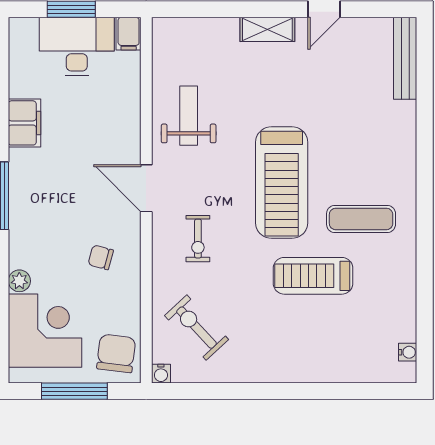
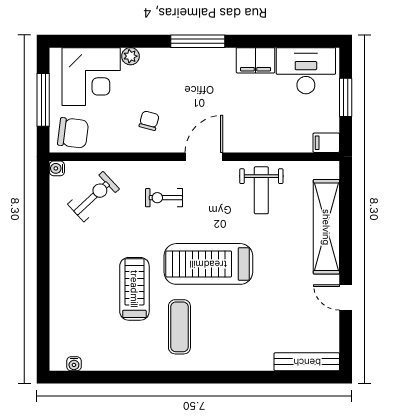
shelving: (267, 29) -> (326, 227), width x2.20, depth x1.33
desk: (77, 47) -> (306, 71), moved, turned -90
weight bench: (189, 116) -> (261, 190), turned 90

